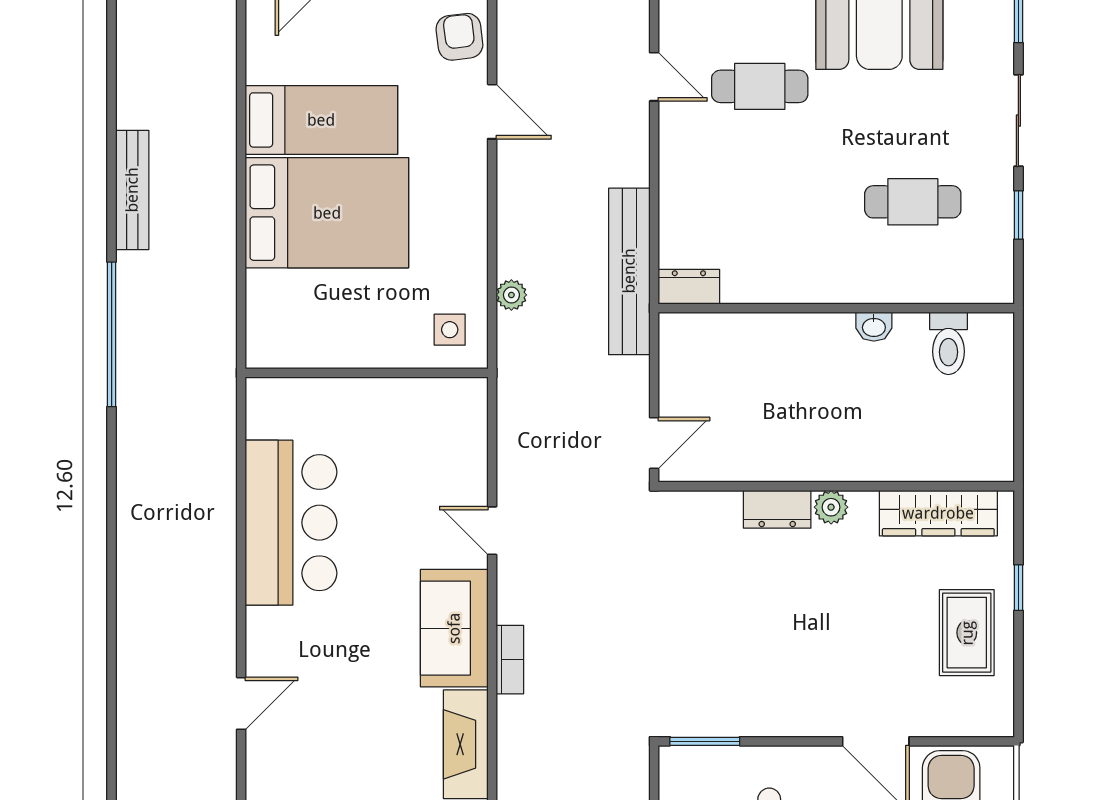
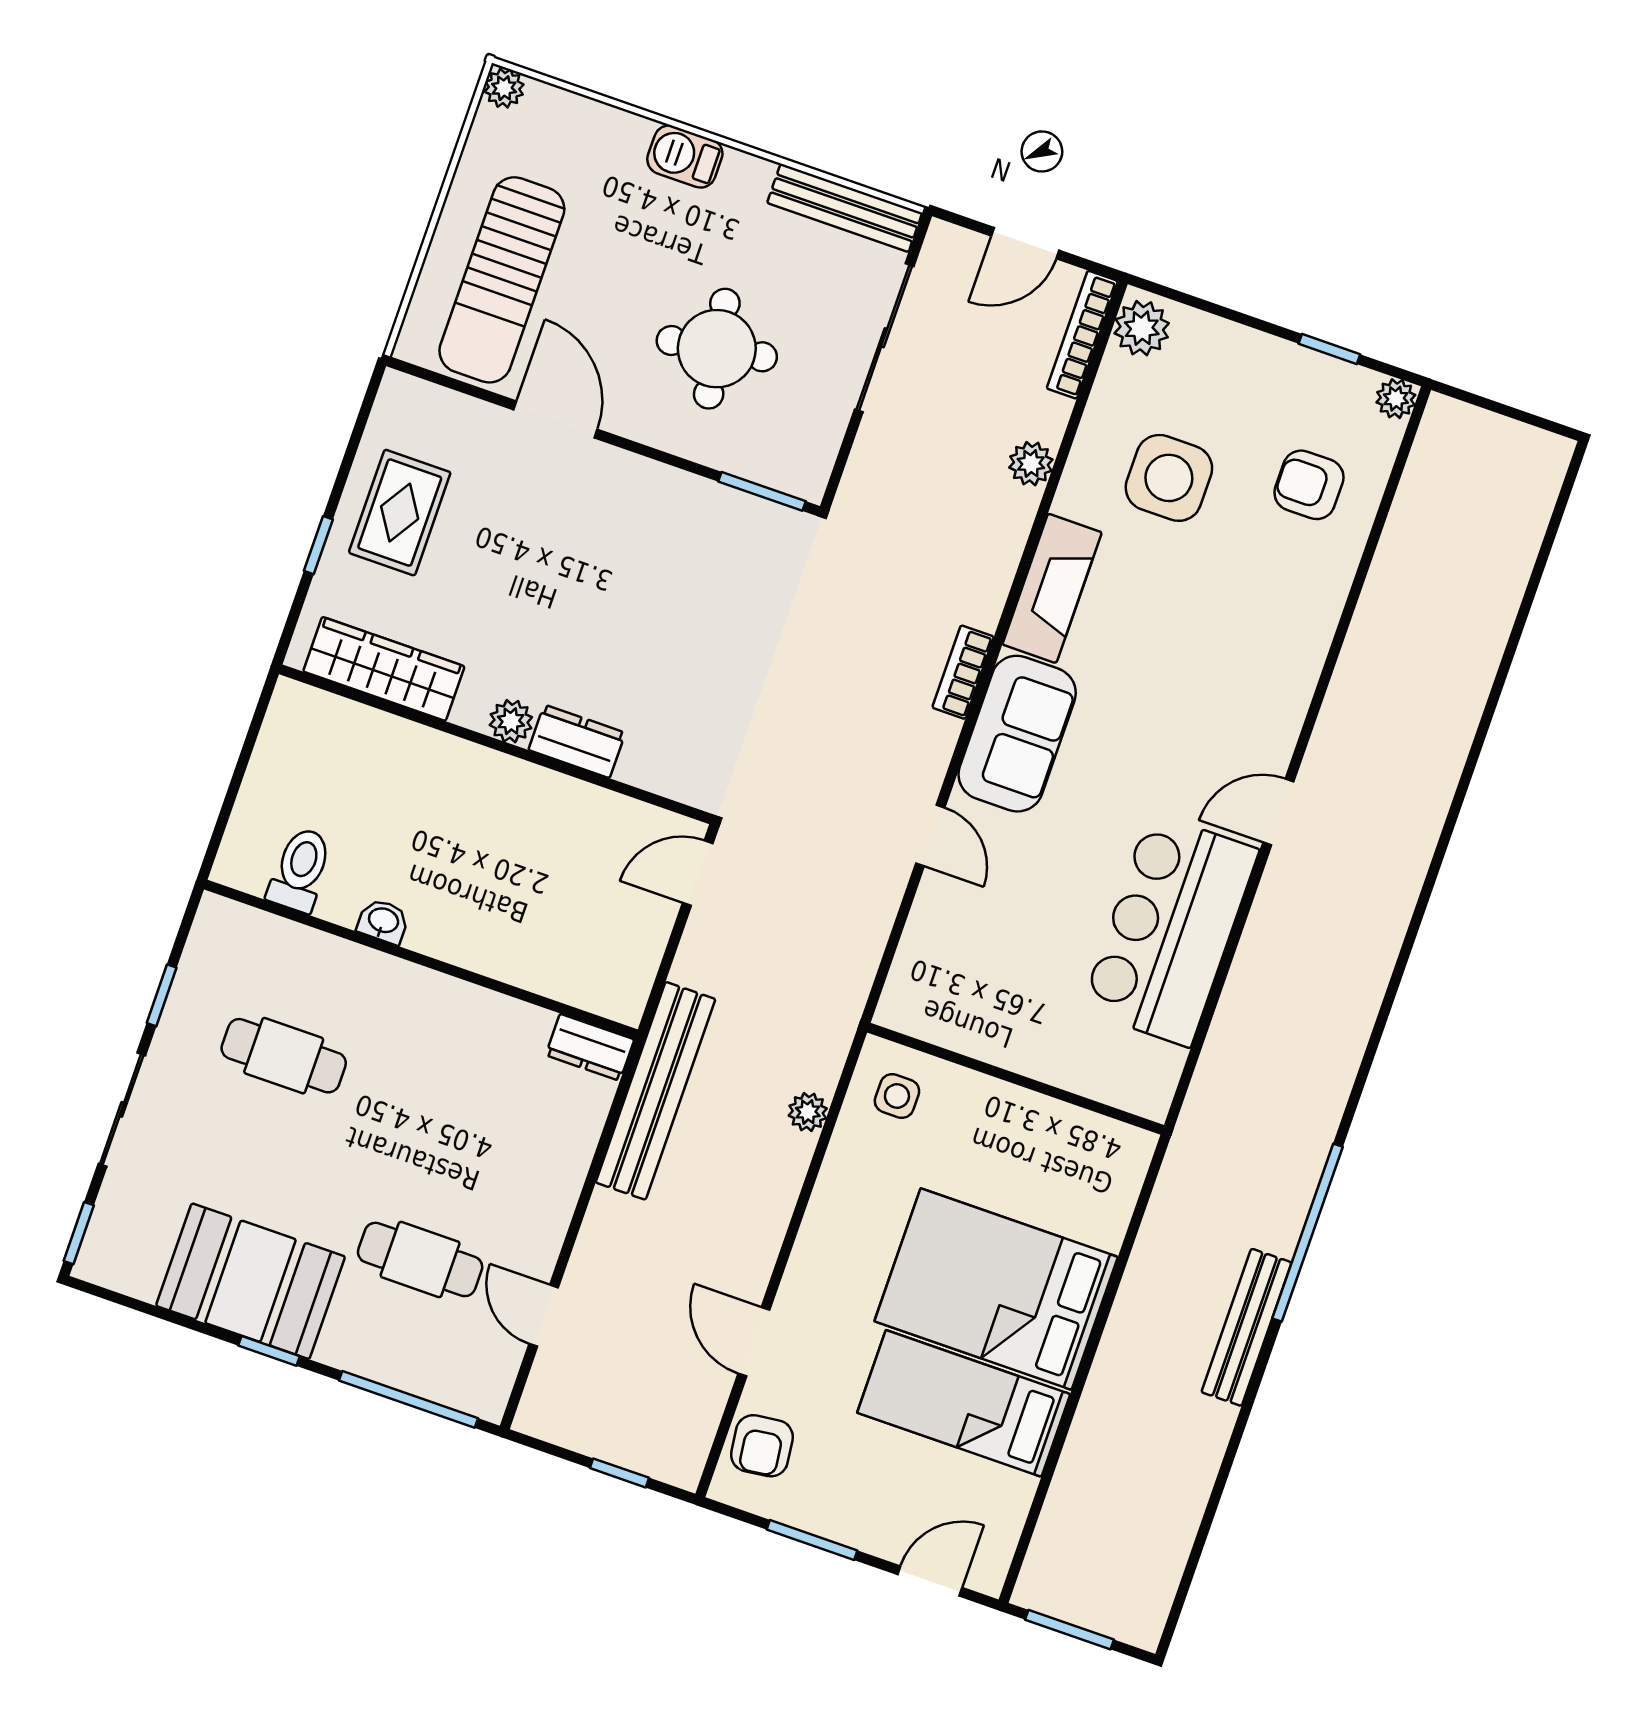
bench: (132, 190) -> (1246, 1327), moved
door: (241, 703) -> (1278, 812), moved

